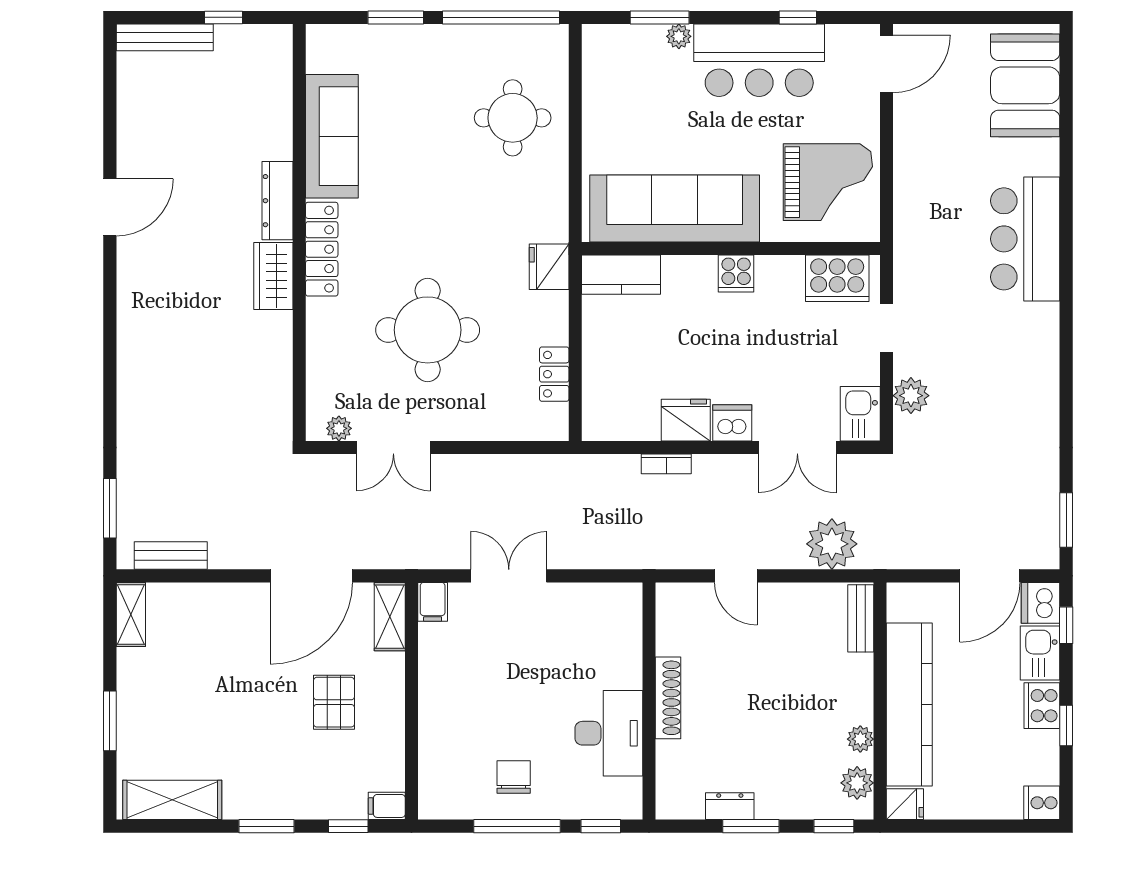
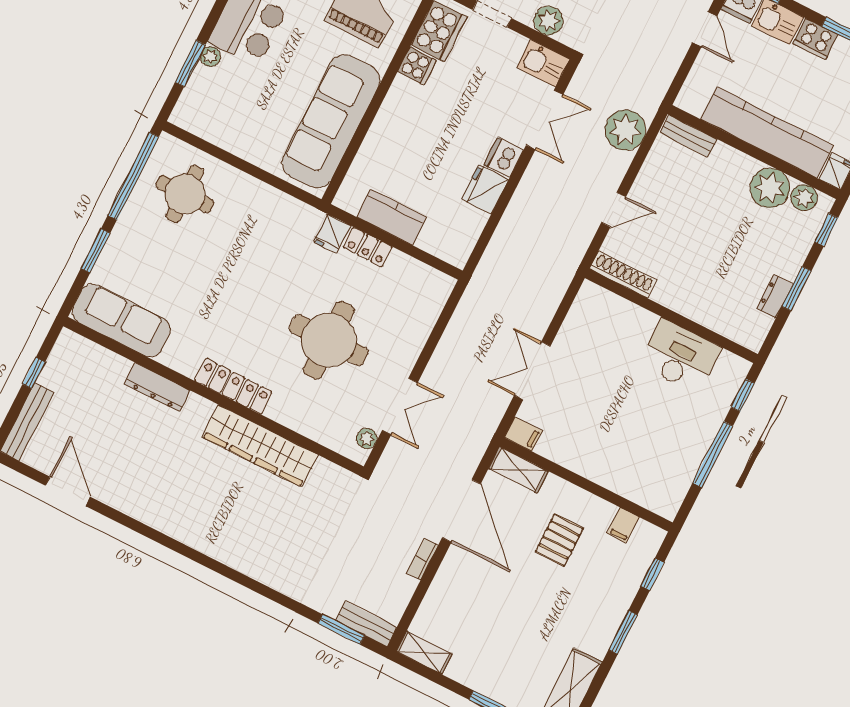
round table: (513, 118) -> (185, 194), moved
sofa: (332, 136) -> (121, 321), moved
dresser: (277, 201) -> (157, 387), moved
door: (110, 207) -> (68, 491), moved
fridge: (549, 267) -> (332, 234), width x0.72
cooker: (736, 274) -> (417, 66), moved
kitchen counter: (621, 275) -> (392, 217), moved, turned -90
wardrobe: (273, 276) -> (260, 446), width x2.10, depth x1.17
locker: (554, 374) -> (368, 247), moved
bookcase: (666, 464) -> (422, 559), moved, turned 180
bench: (171, 556) -> (366, 624), moved, turned 90
door: (990, 576) -> (705, 29), width x0.73
shoe rack: (668, 698) -> (623, 275), moved
pallet: (334, 702) -> (559, 540), turned 90
plant: (860, 739) -> (770, 188), width x1.88, depth x1.88
chair: (514, 777) -> (677, 439), removed
filing cabinet: (387, 806) -> (623, 525), moved

